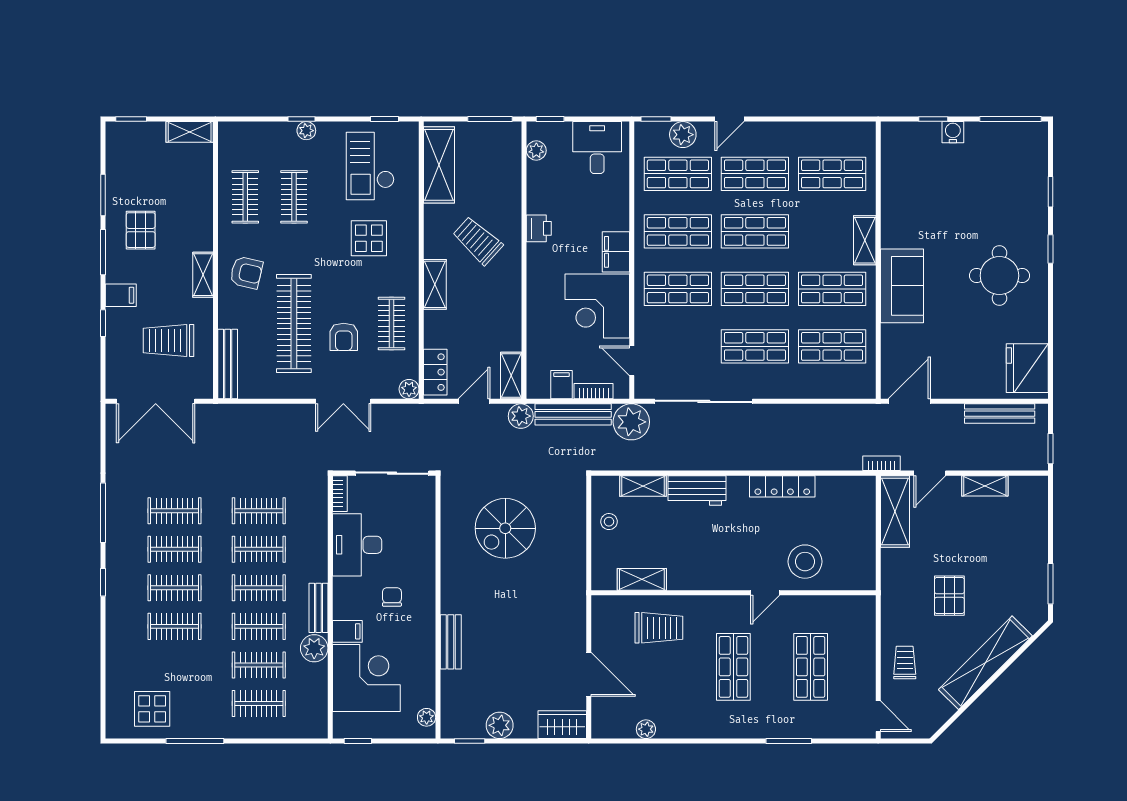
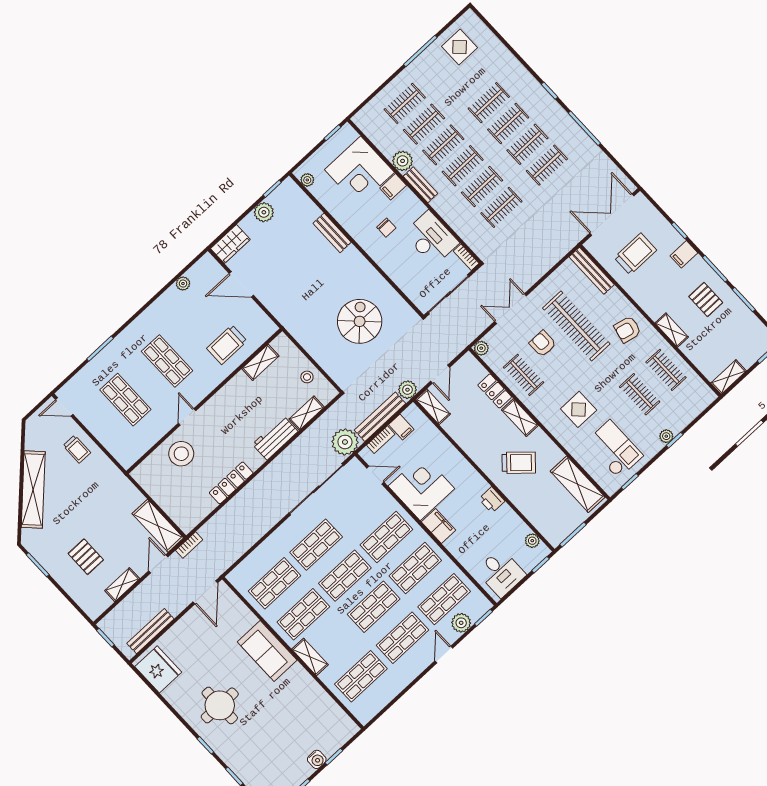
shelving: (203, 275) -> (672, 330), moved
locker: (435, 372) -> (495, 391), moved
pallet: (949, 596) -> (86, 557), moved

